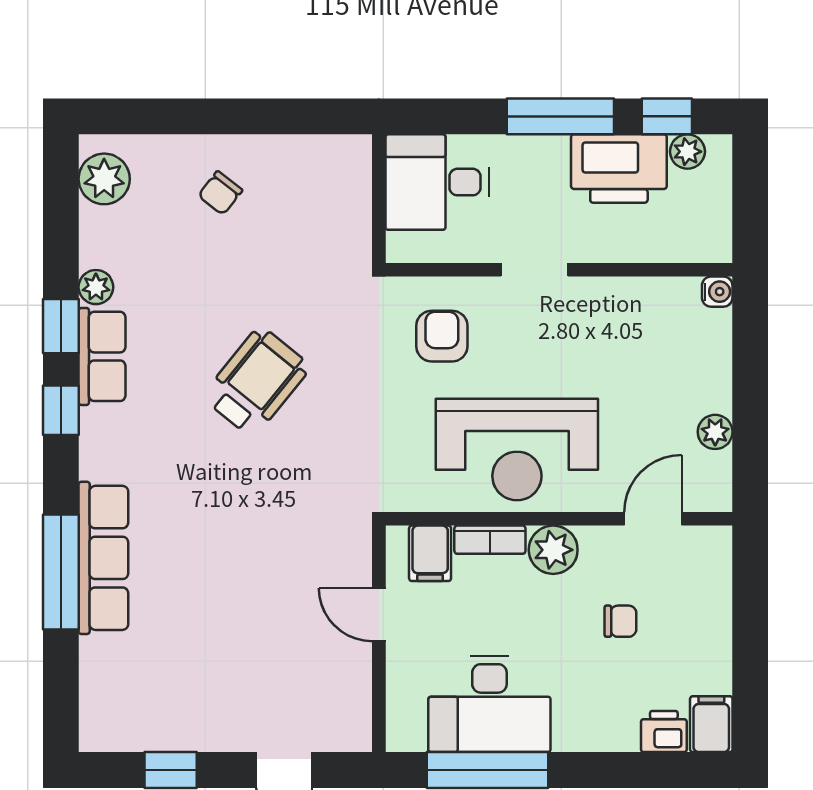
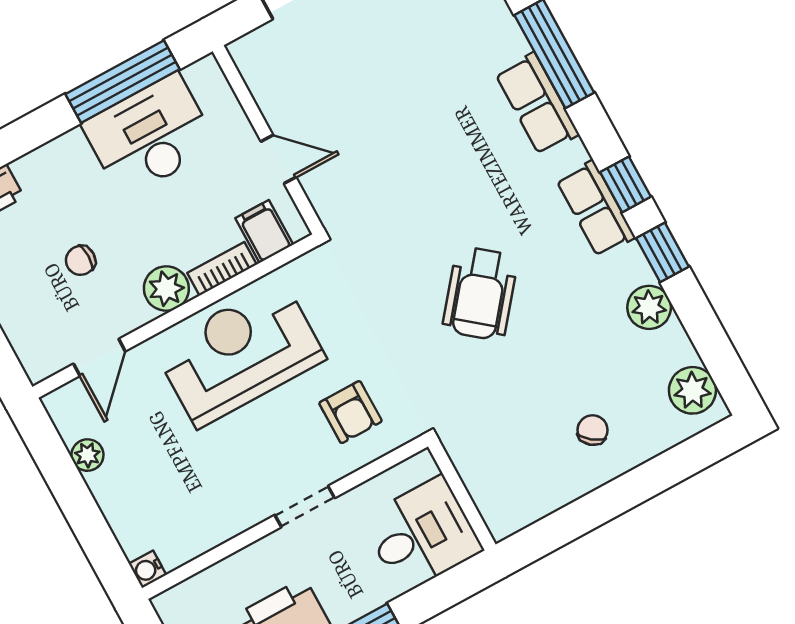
plant: (96, 287) -> (649, 307), width x1.38, depth x1.38
row of seats: (102, 356) -> (596, 209), moved
row of seats: (103, 558) -> (537, 104), width x0.68

